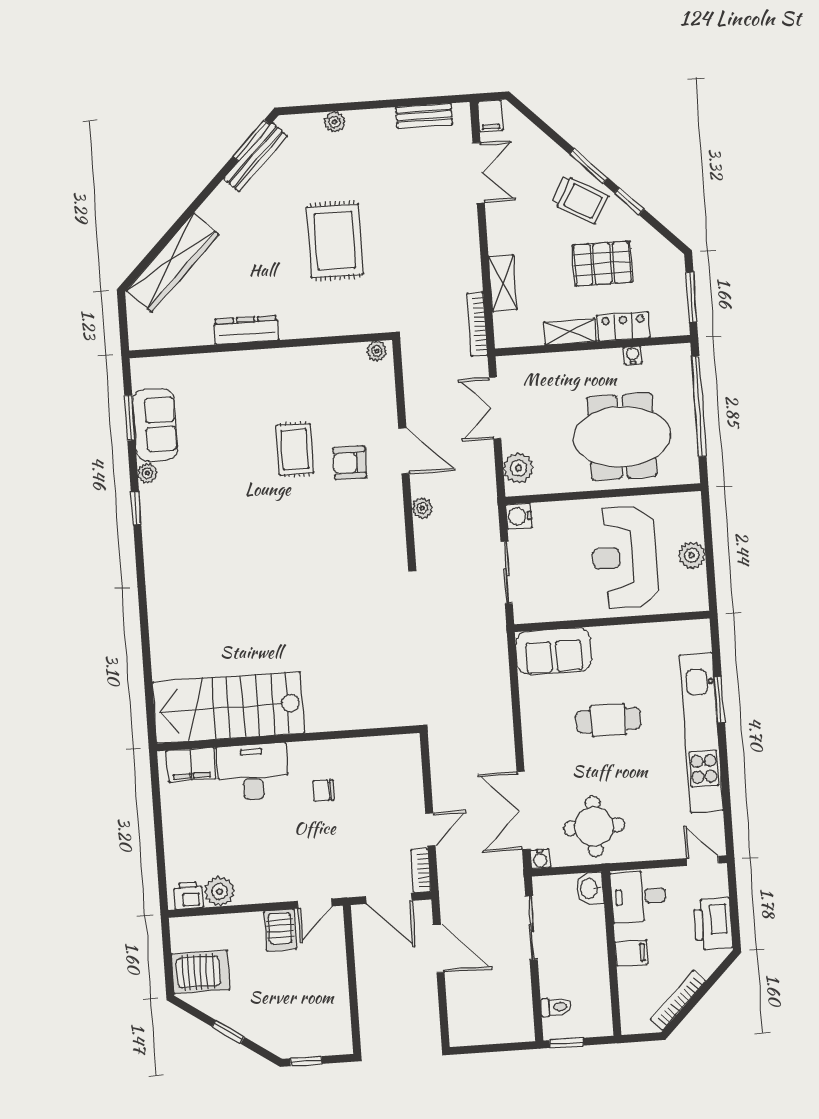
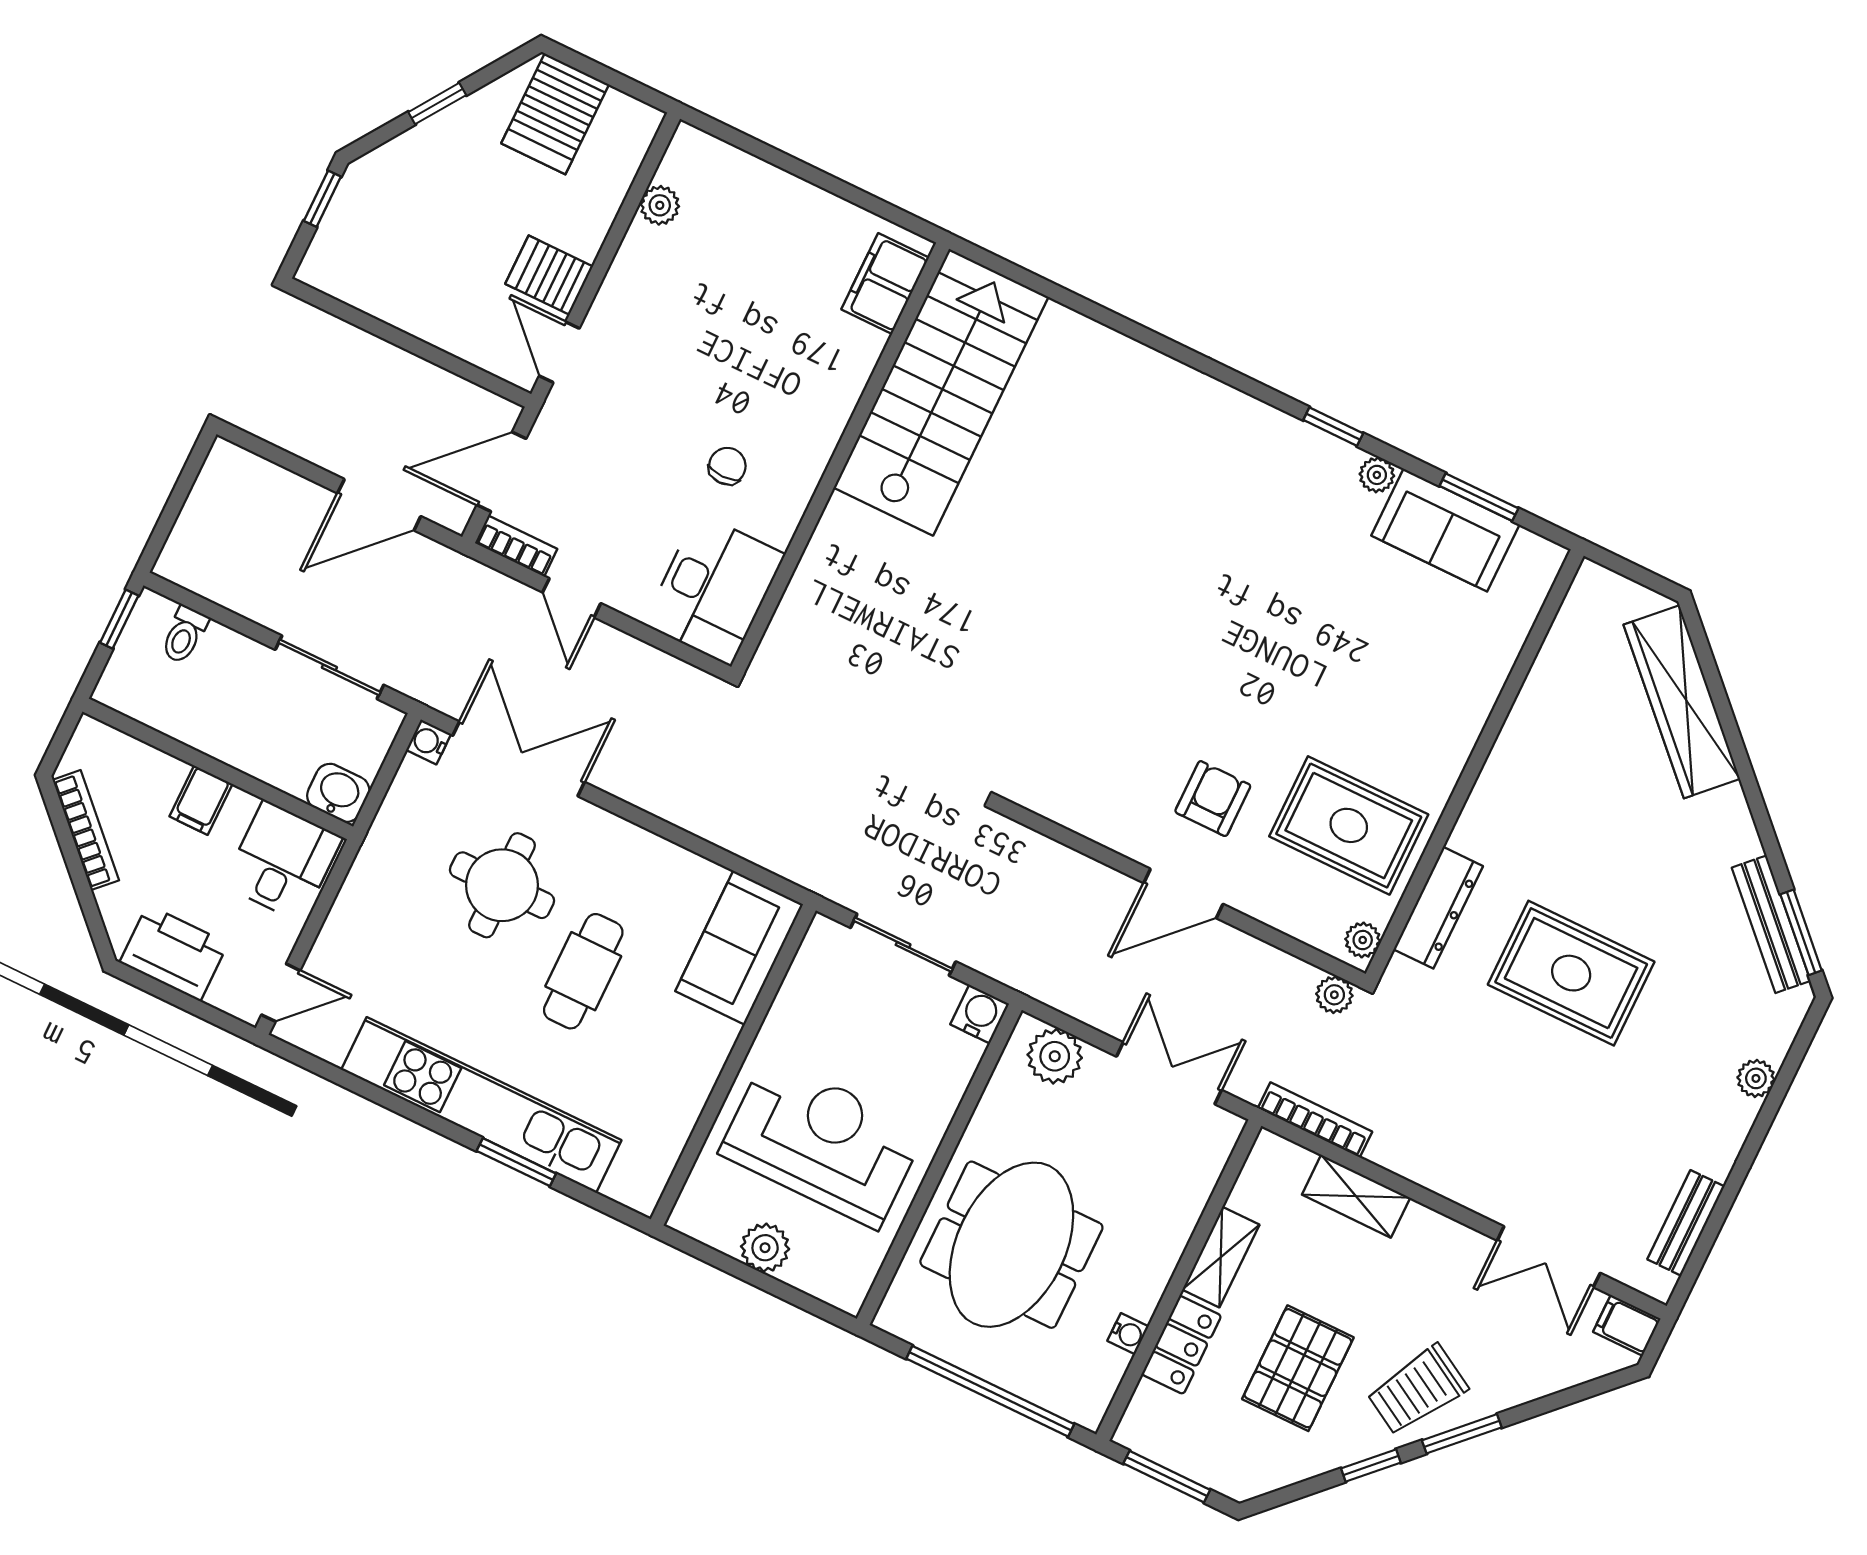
dresser: (246, 330) -> (1438, 908), moved
rug: (295, 449) -> (1349, 825), moved, width x1.36, depth x1.43
plant: (422, 508) -> (1334, 995), moved
desk: (253, 772) -> (714, 589), moved
round table: (594, 826) -> (502, 885), moved
plant: (220, 891) -> (660, 205), width x0.73, depth x0.73
printer: (188, 895) -> (684, 163), removed

